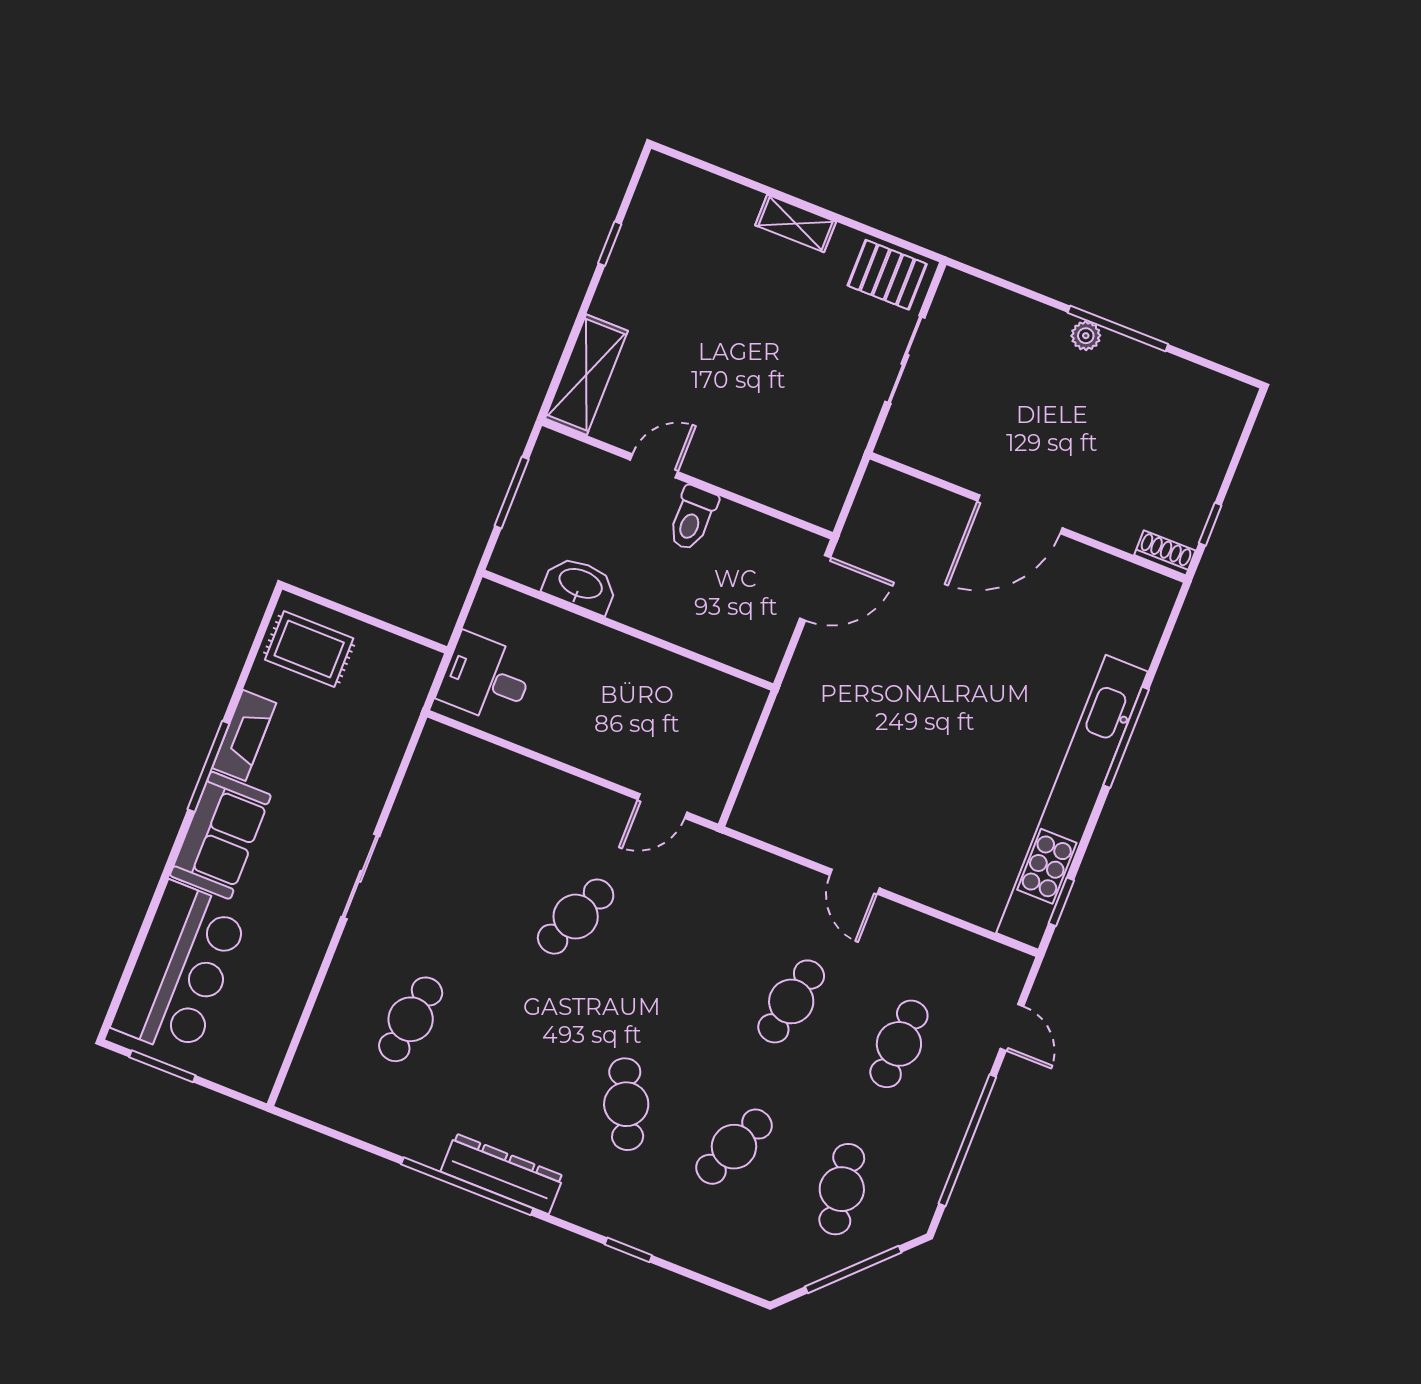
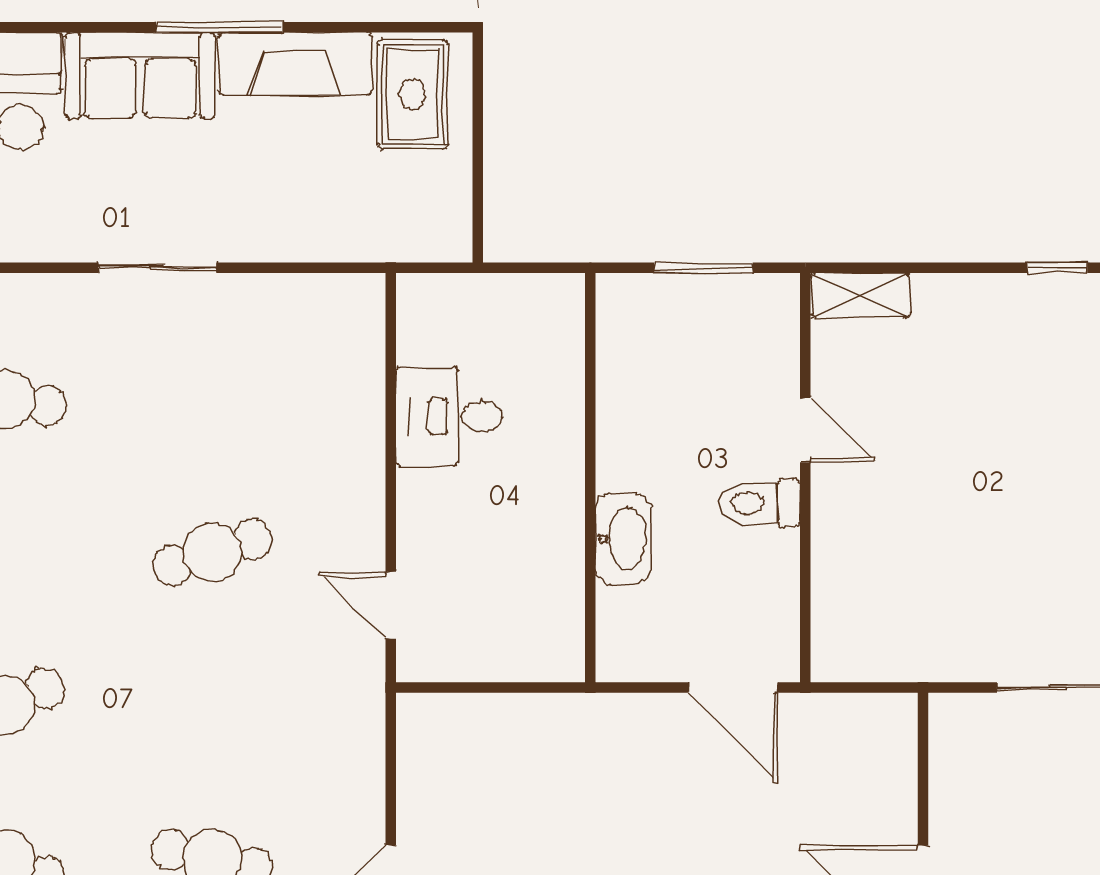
shelving: (586, 375) -> (860, 295), width x0.67, depth x0.75
washbasin: (580, 585) -> (623, 538), moved
desk: (486, 678) -> (449, 416), moved, turned -90
fireplace: (244, 735) -> (295, 64), width x1.37, depth x1.32
cafe table: (576, 917) -> (212, 552), turned -42

